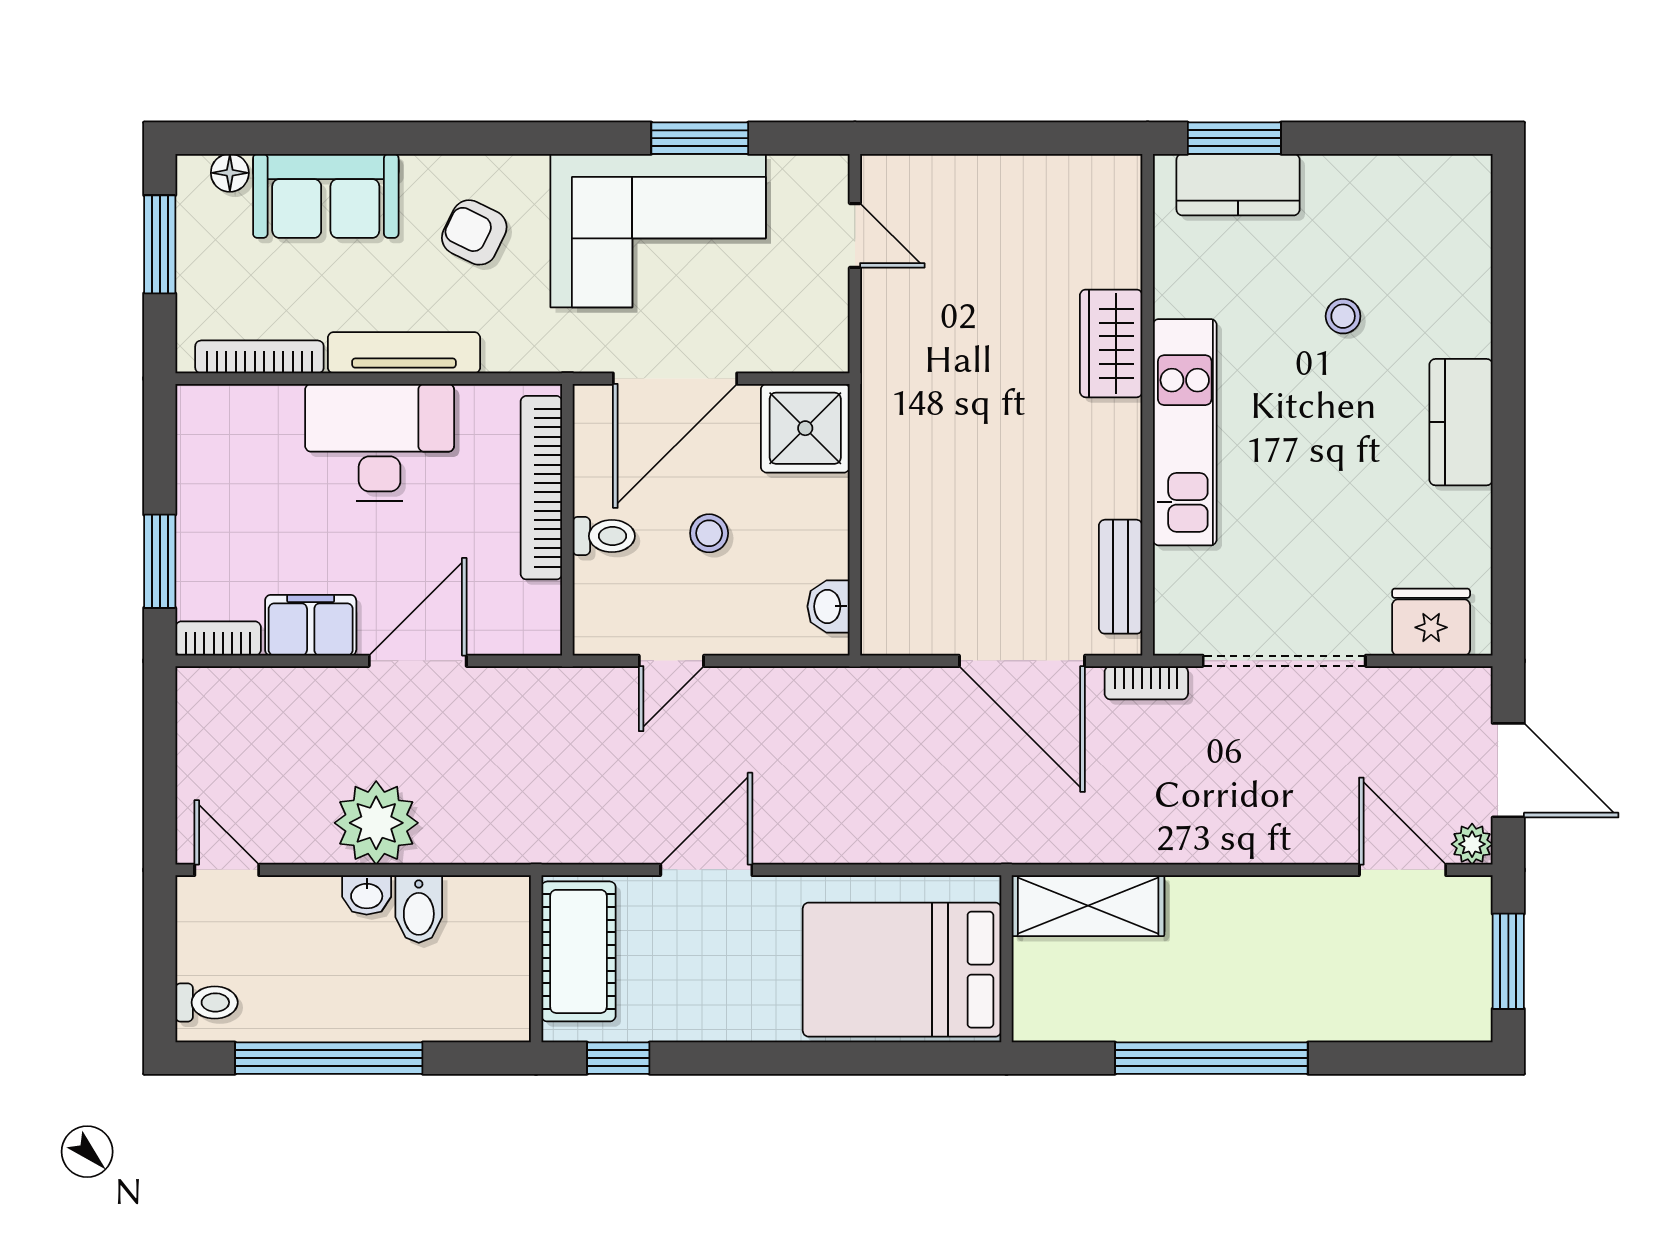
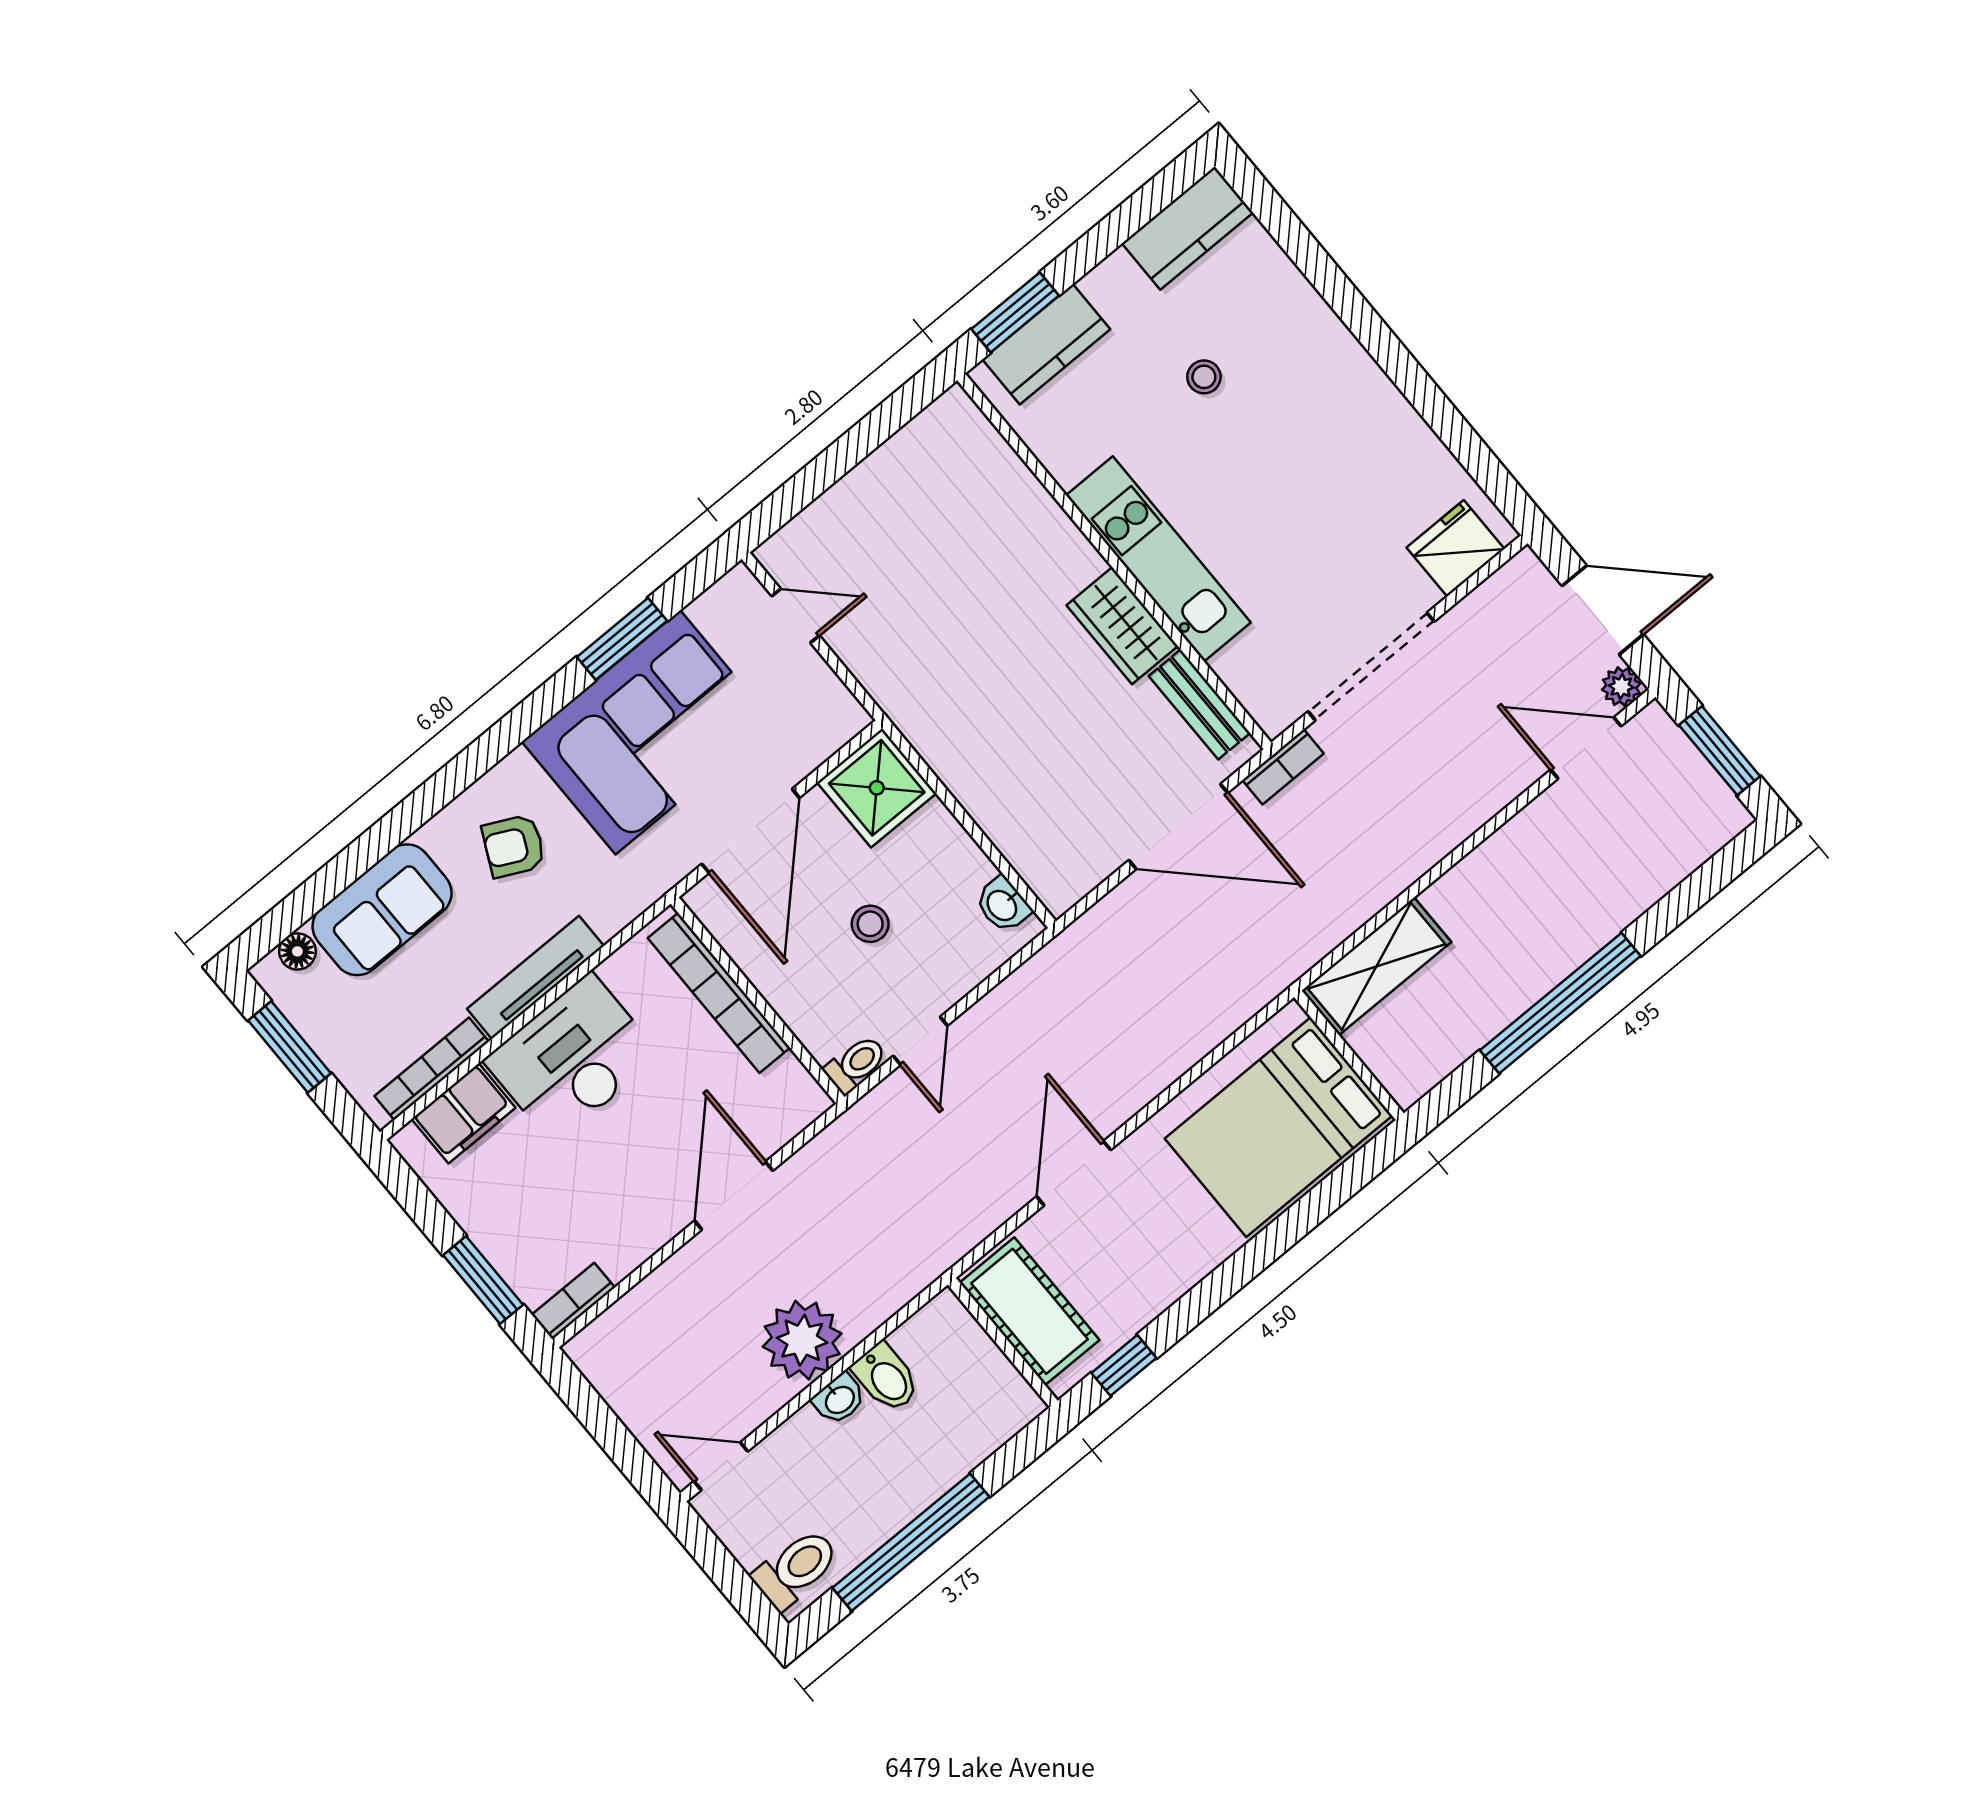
wardrobe: (1111, 343) -> (1122, 626), moved
kitchen counter: (1461, 422) -> (1188, 228), moved, turned -90
toilet: (604, 536) -> (856, 1064), moved
filing cabinet: (311, 625) -> (464, 1113), moved, turned 180
toilet: (207, 1002) -> (796, 1569), width x1.37, depth x1.39

